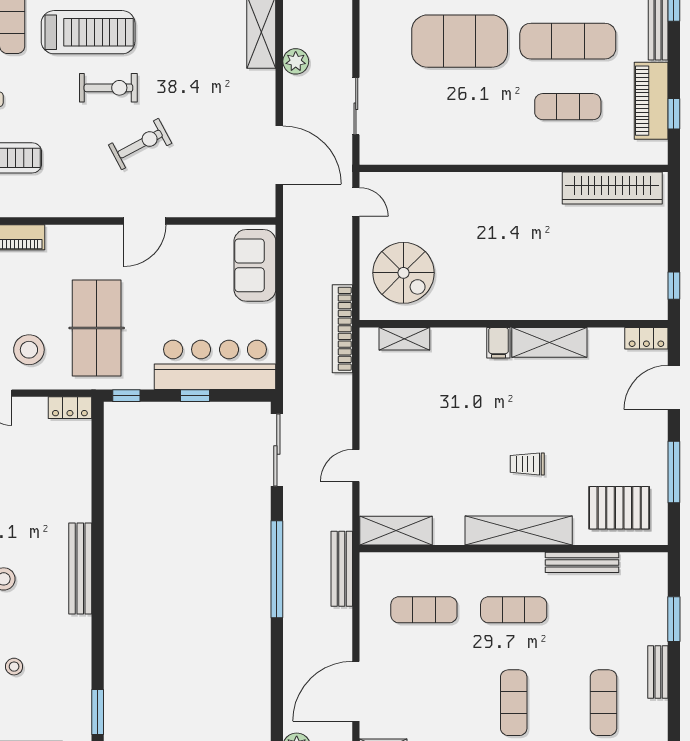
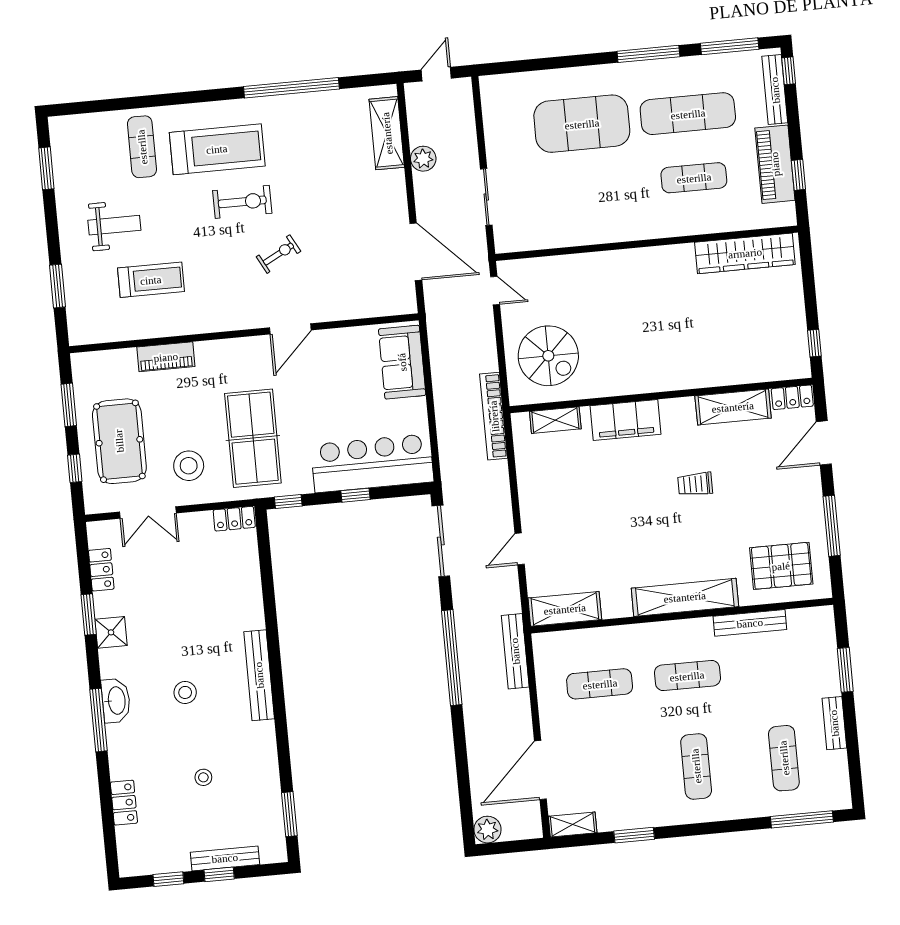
exercise bike: (140, 144) -> (278, 254), width x0.73, depth x0.72
shelving: (549, 342) -> (733, 407), moved
filing cabinet: (498, 343) -> (626, 420), width x3.00, depth x1.17
trolley: (527, 464) -> (695, 484), moved

